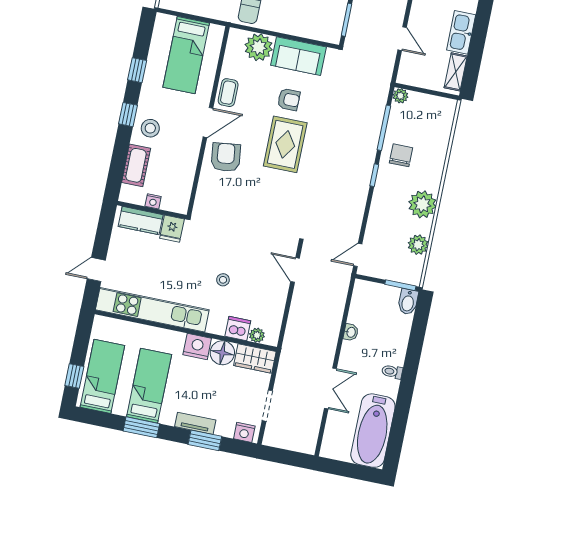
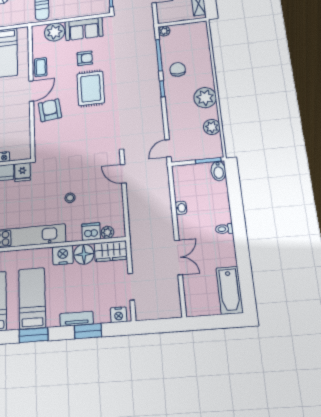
bathtub: (373, 431) -> (230, 290), width x0.73, depth x0.73

